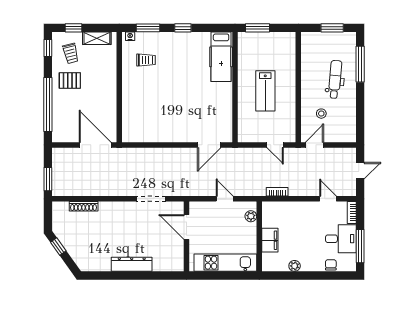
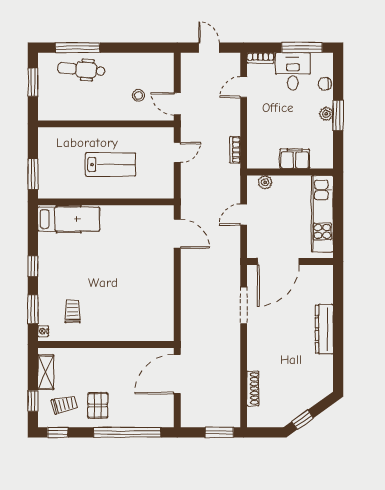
dental chair: (335, 79) -> (82, 70), moved
door: (187, 227) -> (278, 262), width x1.36
plant: (295, 266) -> (326, 114), moved
window: (305, 276) -> (338, 115), added

